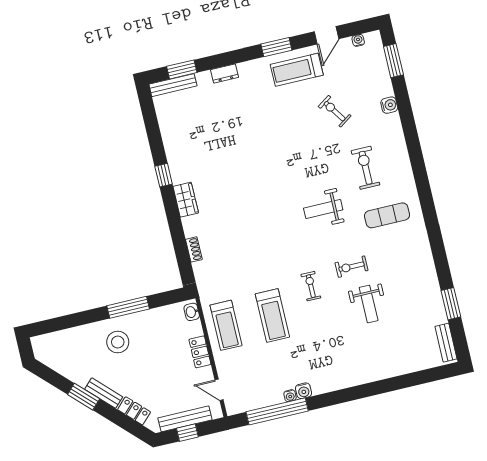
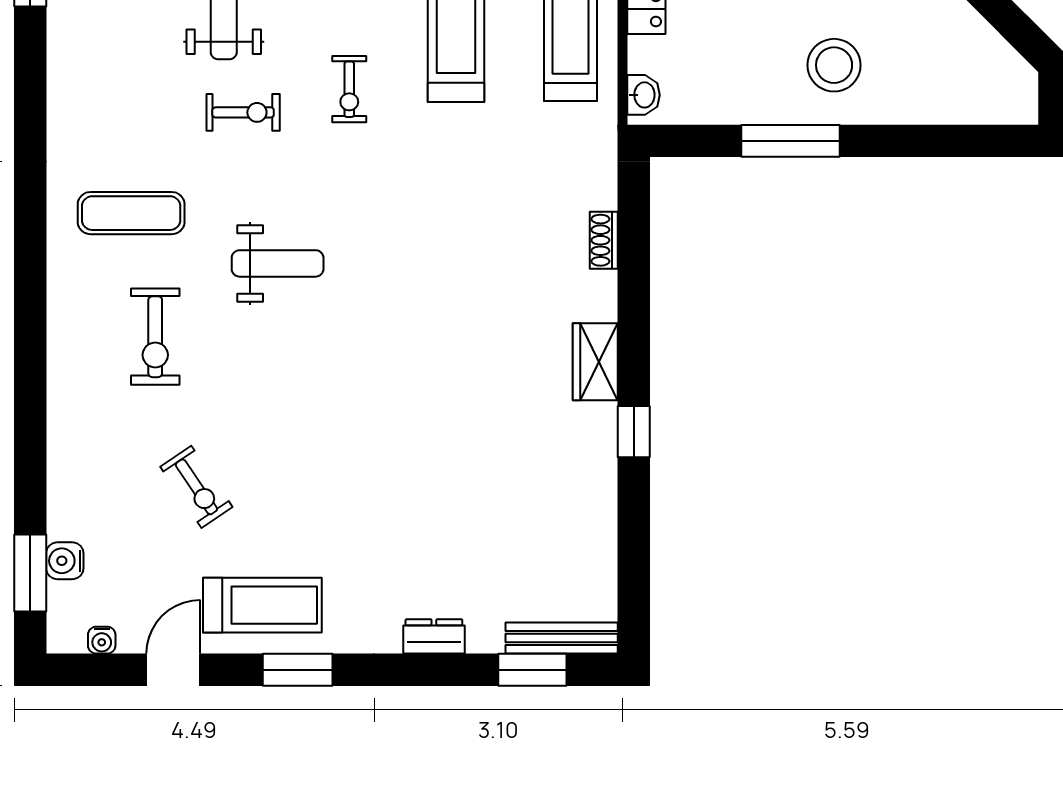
water cooler: (389, 105) -> (65, 561), moved

